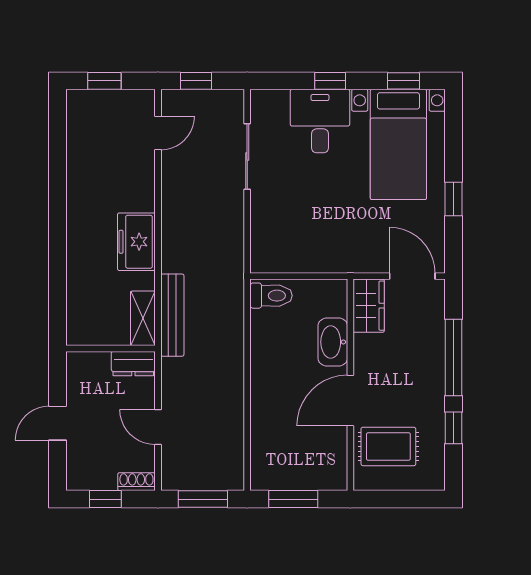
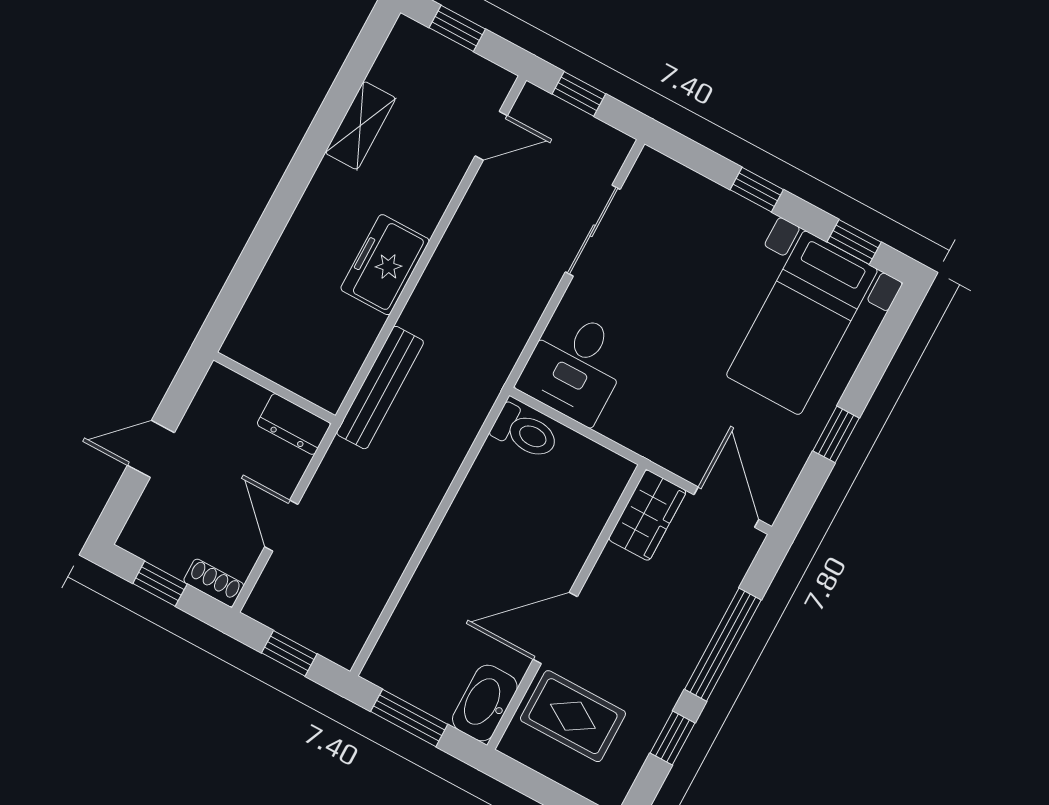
desk: (320, 121) -> (575, 366), moved, turned 180
shelving: (143, 318) -> (360, 125), moved
washbasin: (333, 342) -> (485, 703), moved
window: (203, 499) -> (289, 653), width x0.67

